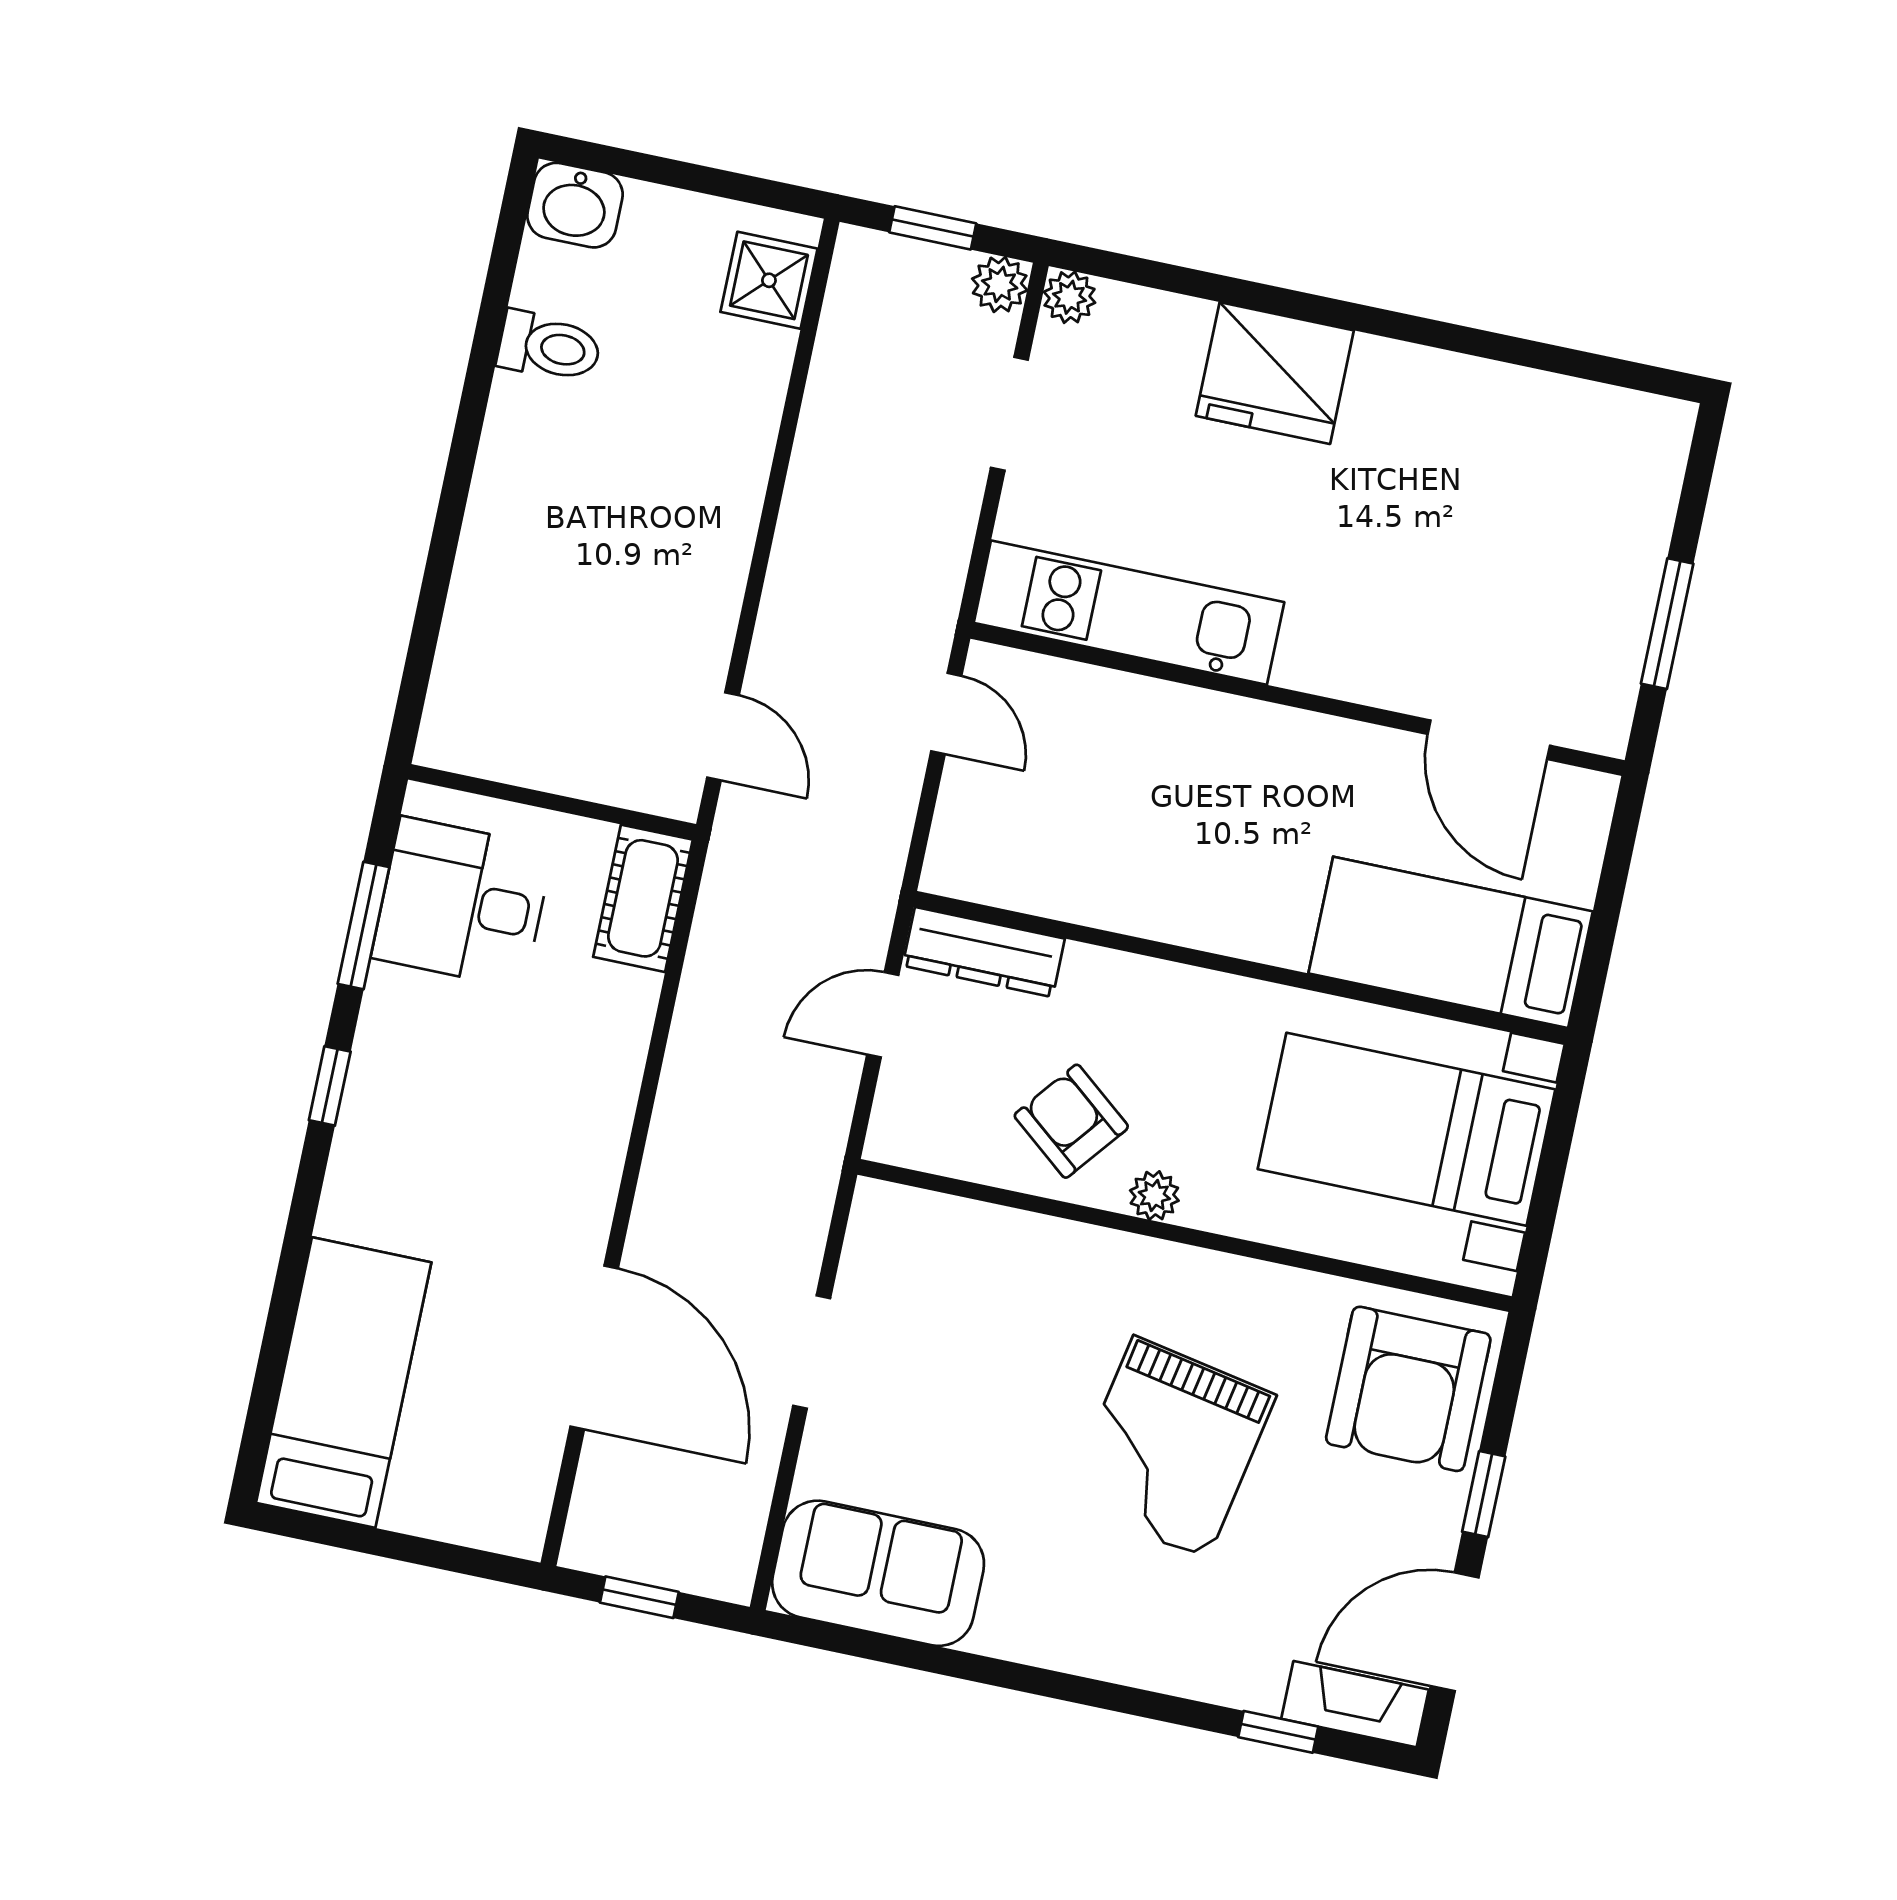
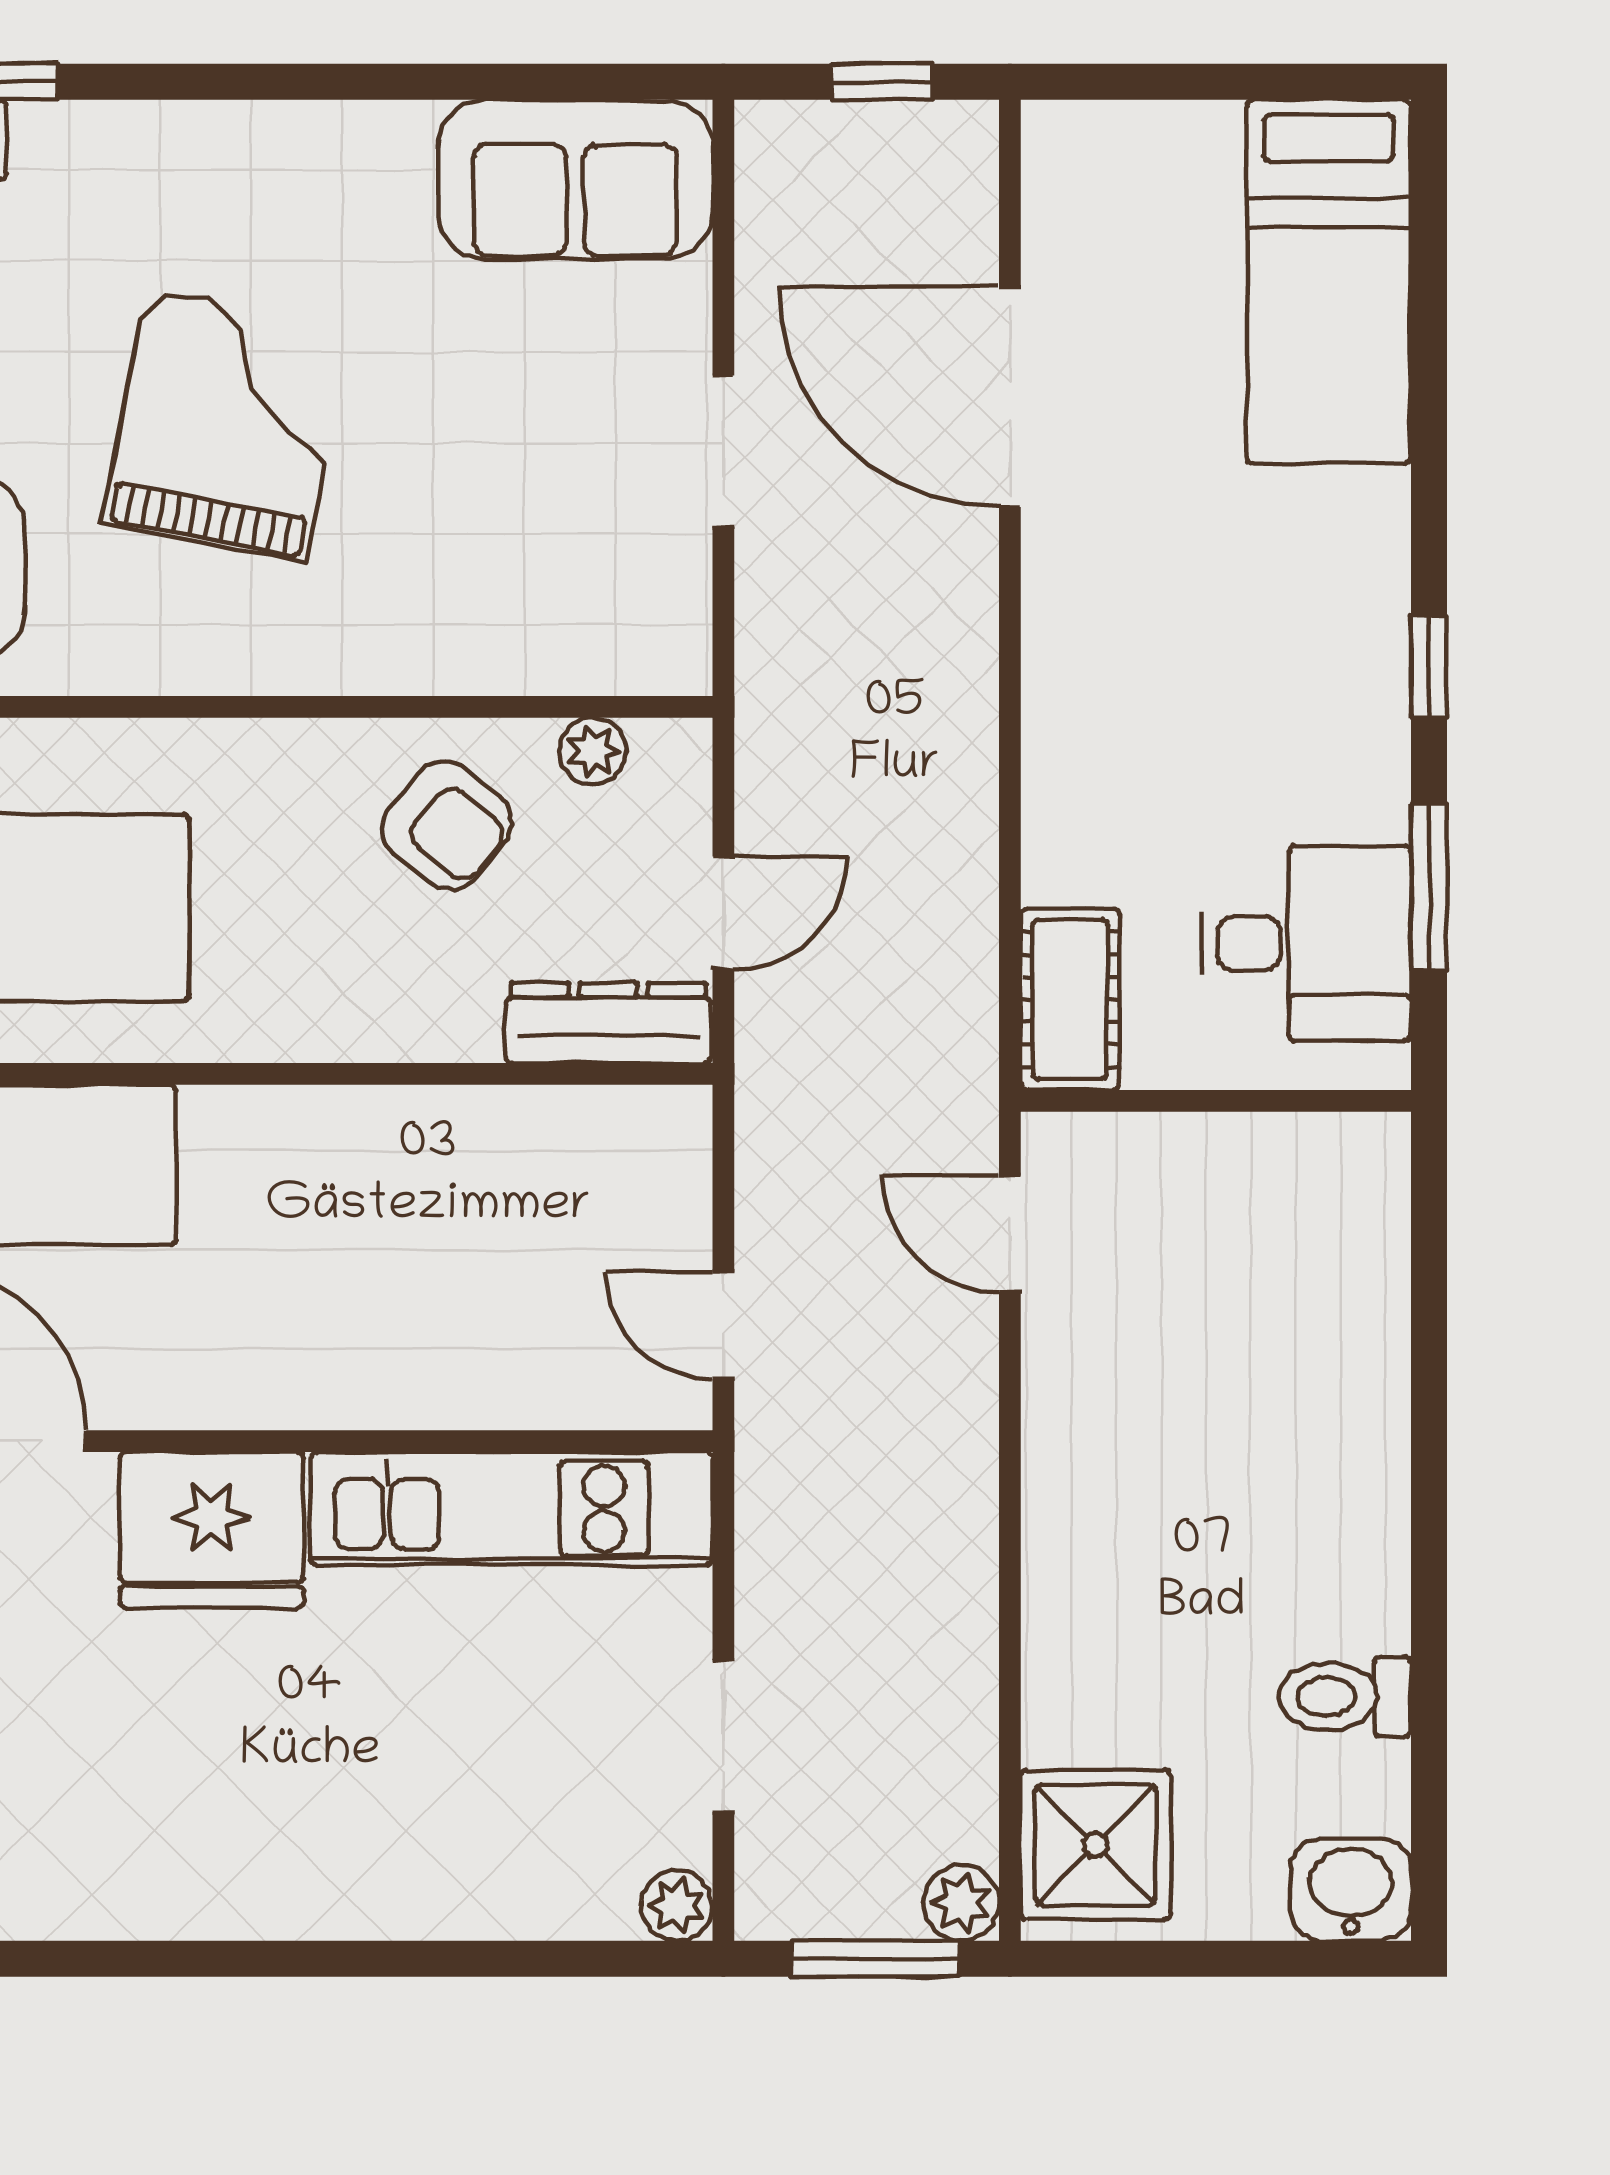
window: (933, 228) -> (875, 1959), width x1.50
shower: (769, 280) -> (1096, 1845), width x1.36, depth x1.36
plant: (1000, 284) -> (961, 1903), moved
fridge: (1275, 373) -> (212, 1530), moved, turned 180
plant: (1154, 1196) -> (593, 751), moved

